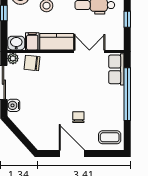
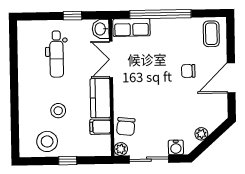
washbasin: (16, 43) -> (101, 29), moved
plant: (25, 127) -> (201, 134), added

